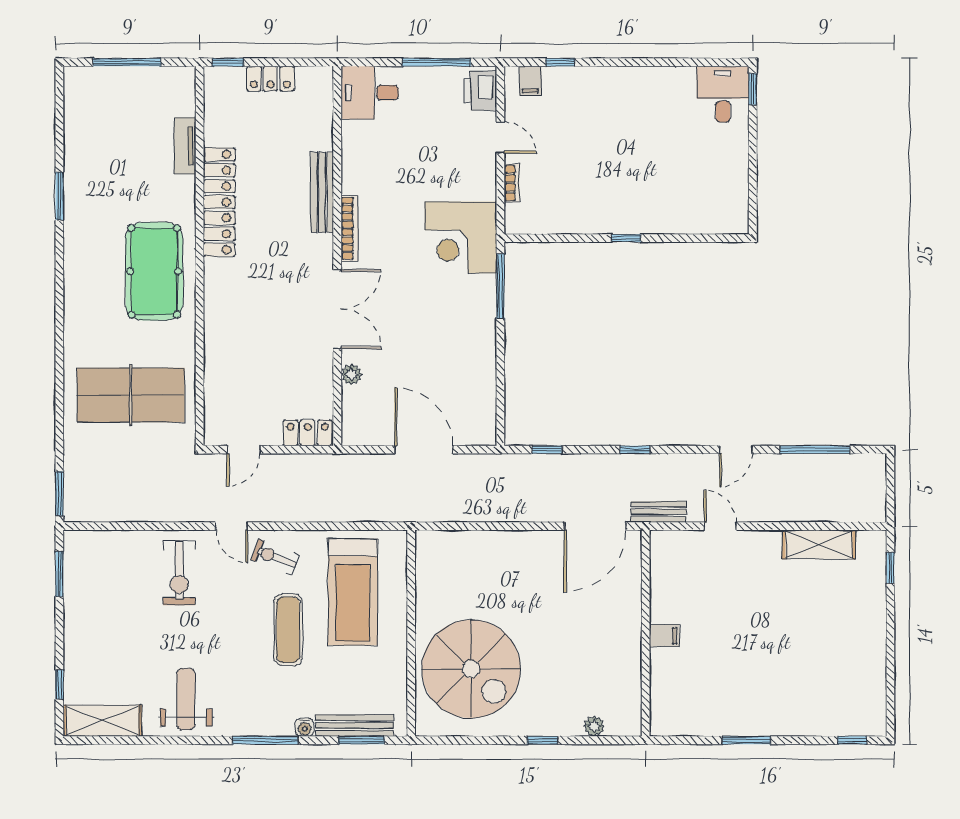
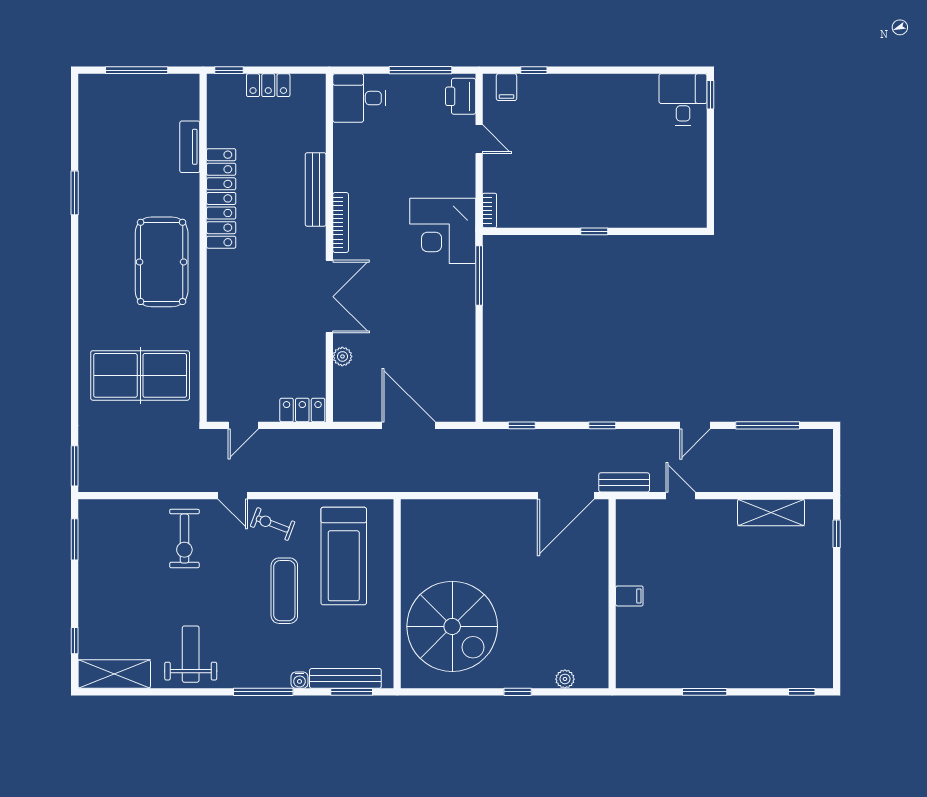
bookcase: (512, 183) -> (490, 210), moved

